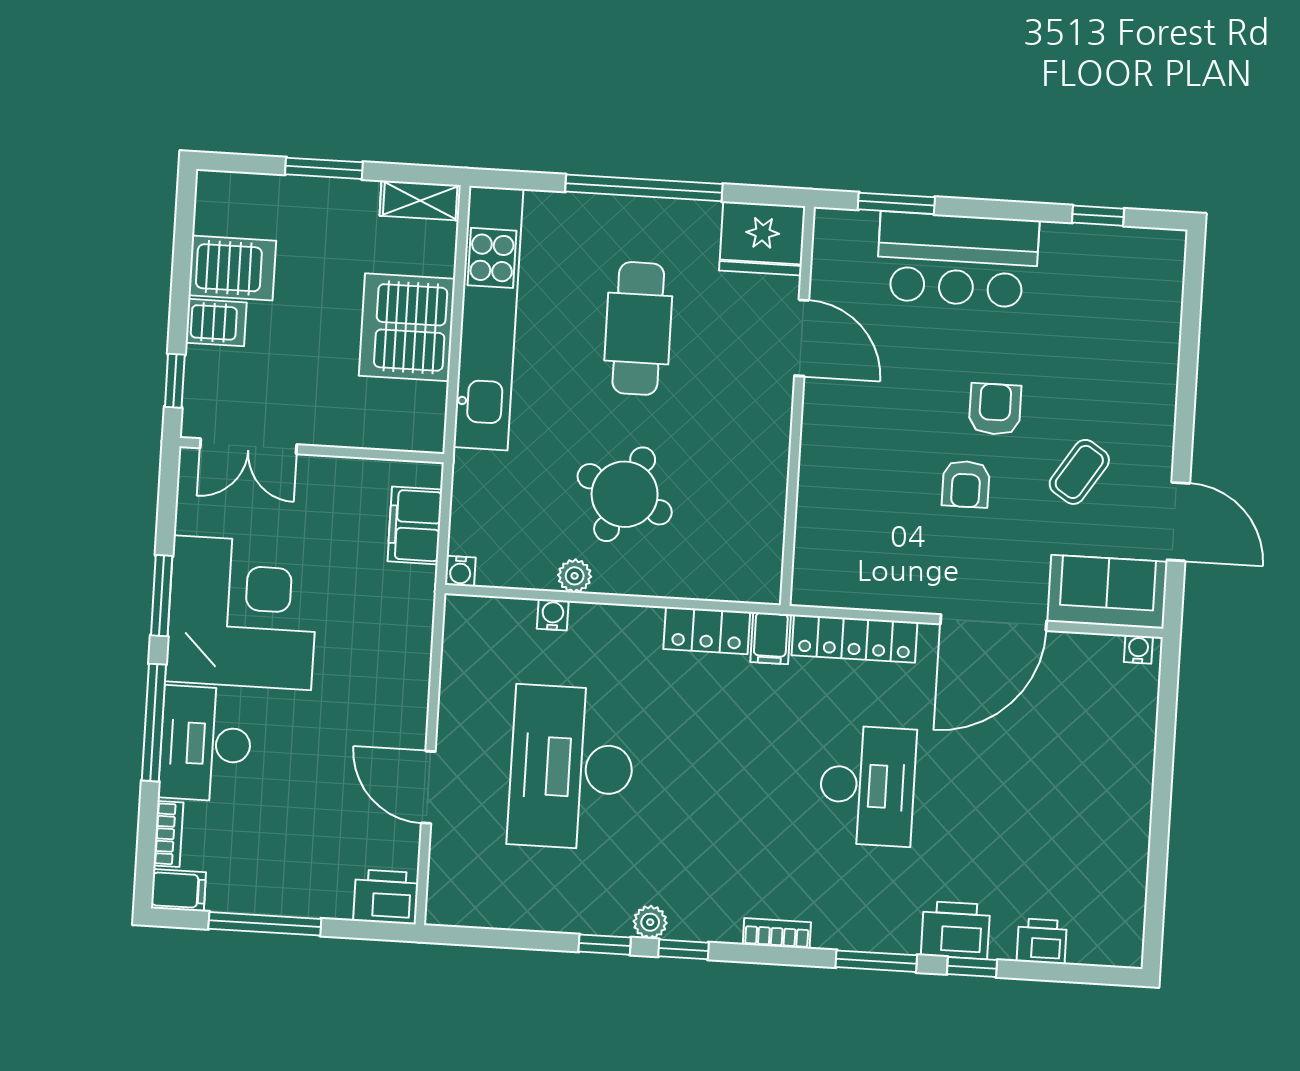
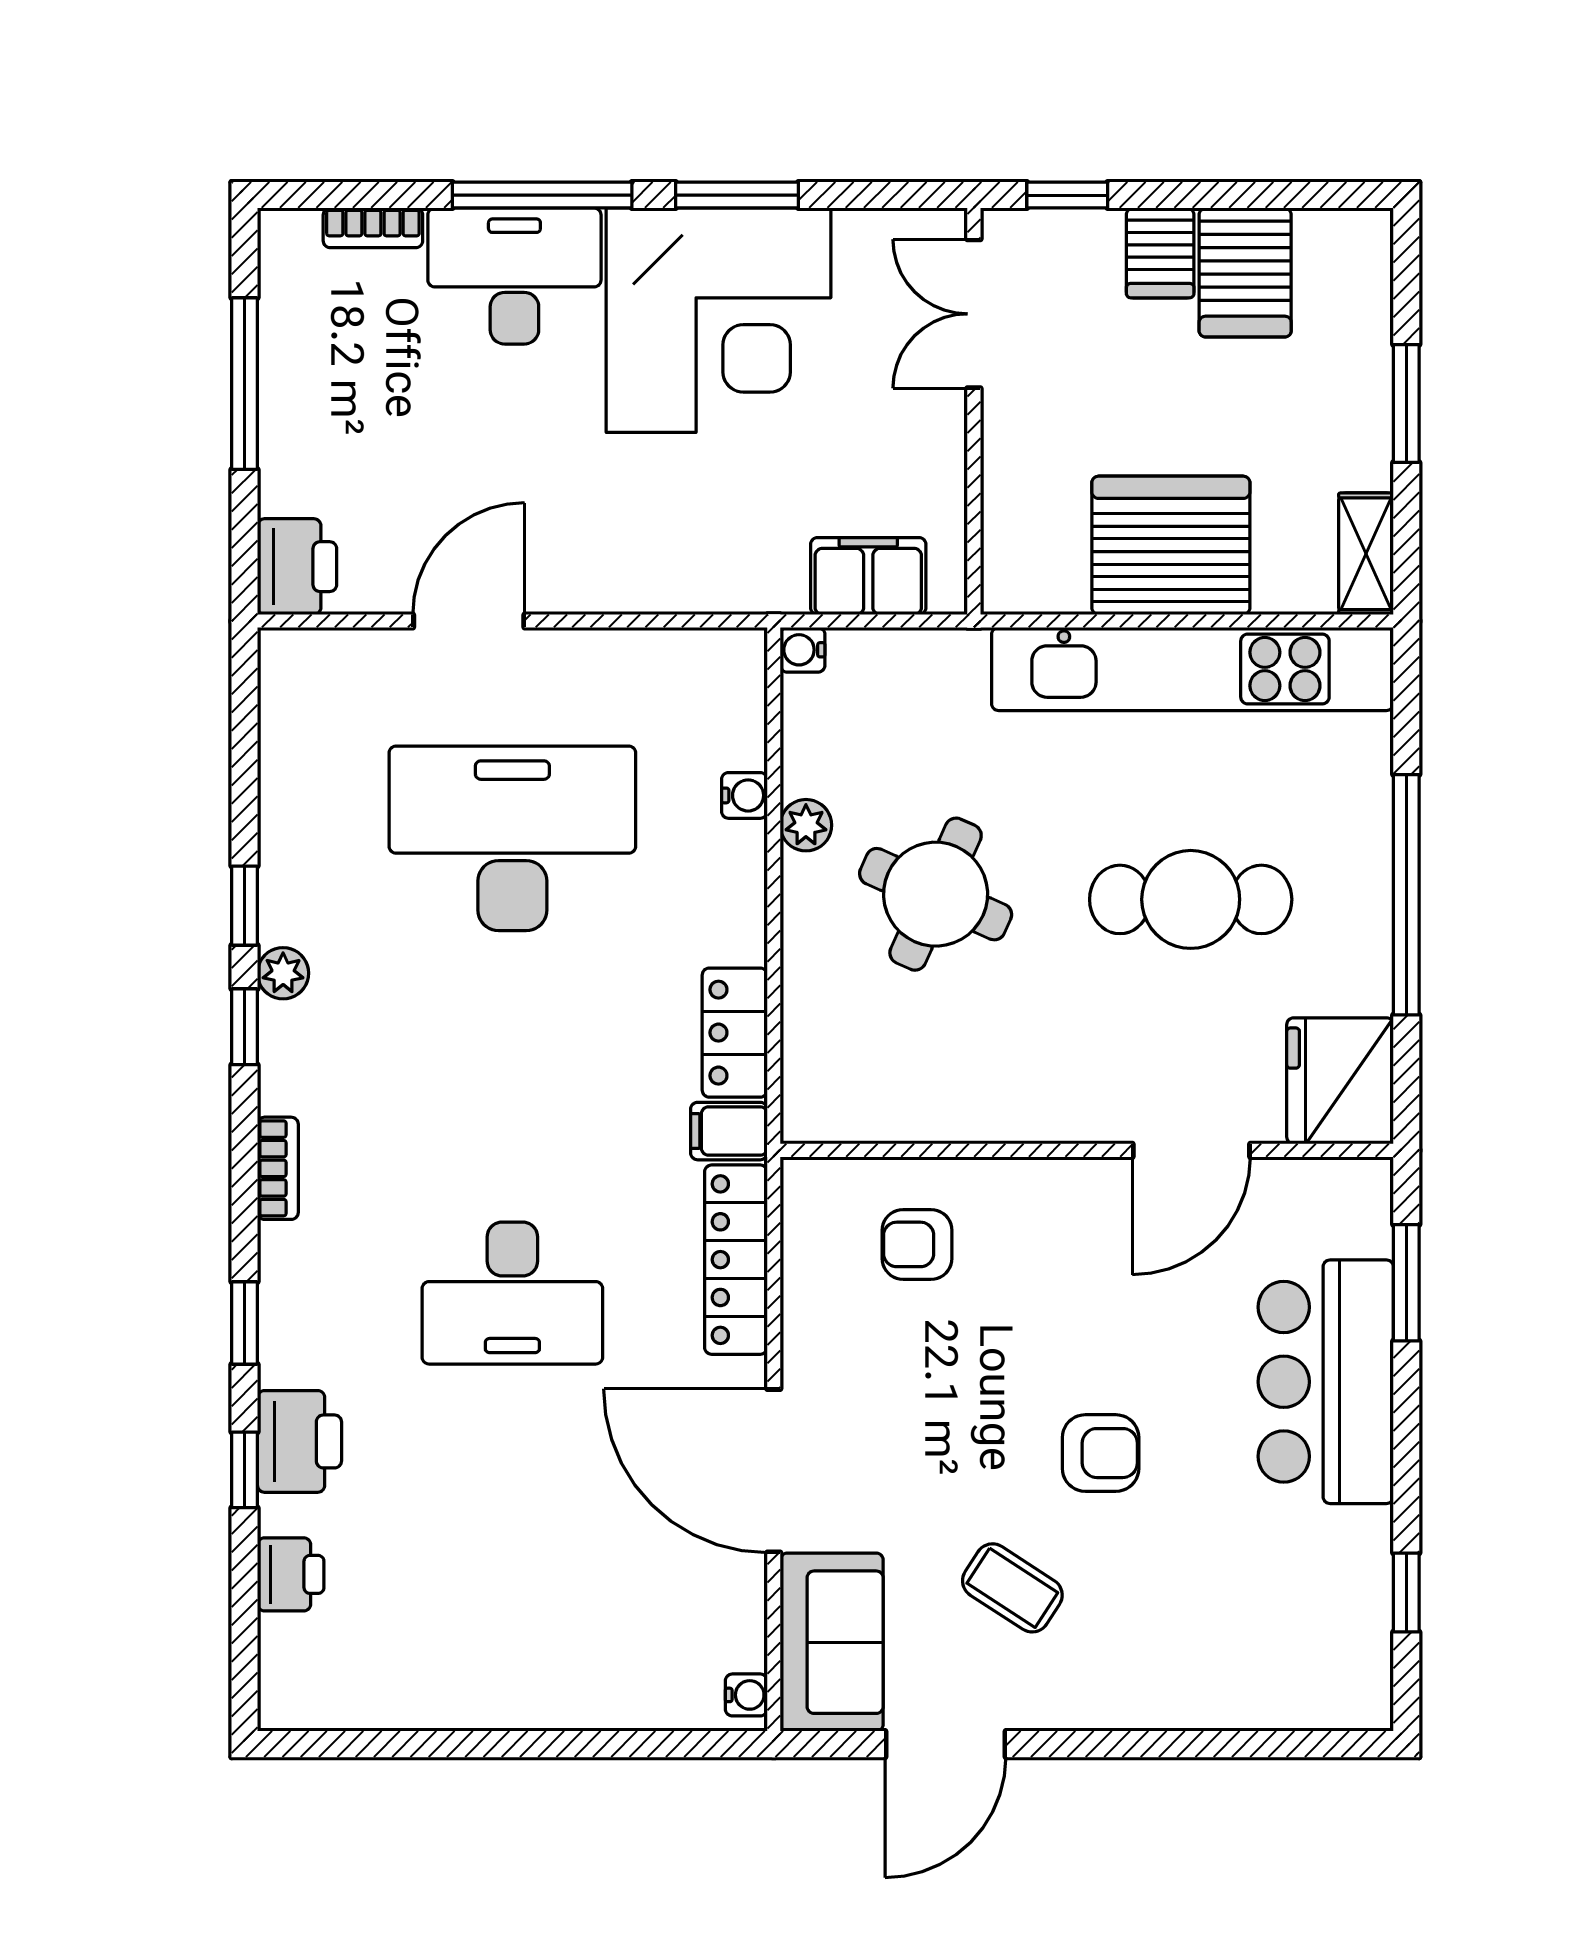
armchair: (966, 484) -> (917, 1244), moved
filing cabinet: (178, 890) -> (288, 248), removed
window: (876, 961) -> (245, 1323), width x0.67

